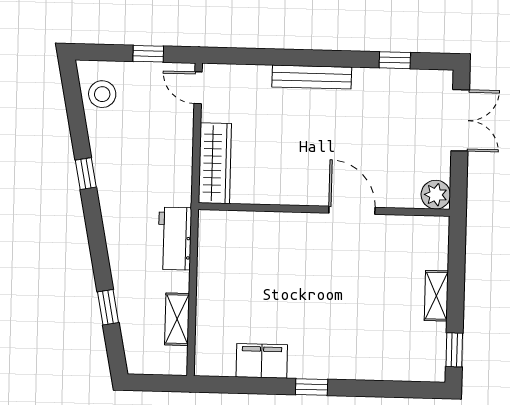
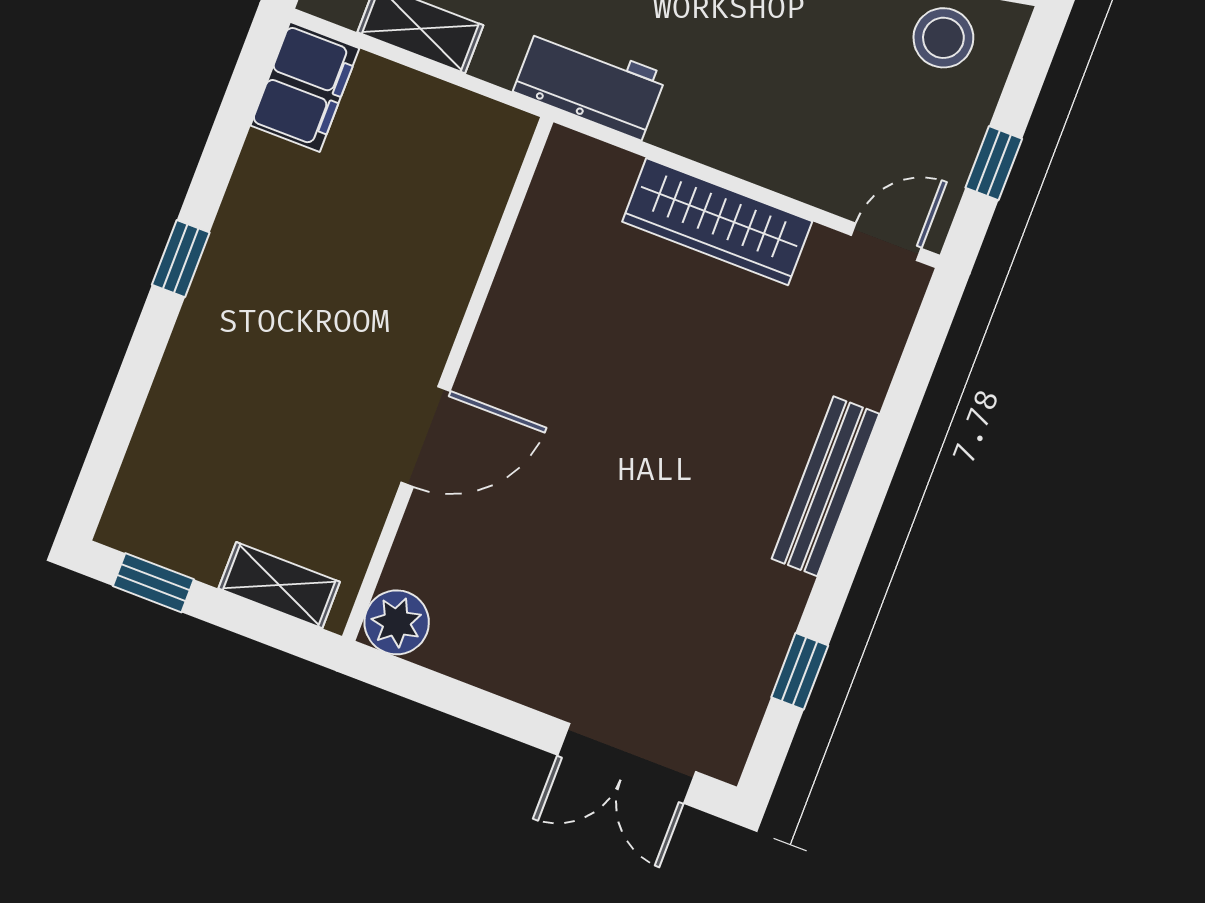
plant: (436, 195) -> (397, 622), moved
wall: (324, 210) -> (448, 379), moved
door: (352, 210) -> (426, 437), moved
filing cabinet: (262, 361) -> (305, 87), moved

